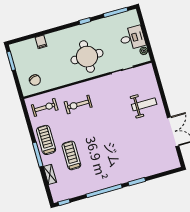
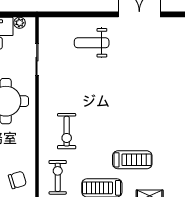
weight bench: (144, 104) -> (92, 43), turned -90
treadmill: (71, 155) -> (132, 160), turned 180

